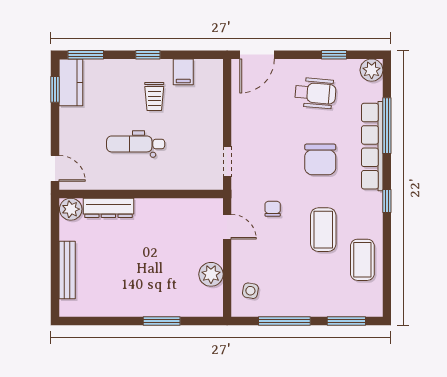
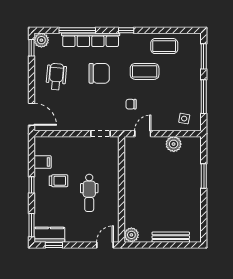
window: (334, 55) -> (31, 48), moved
dresser: (108, 208) -> (131, 210), removed

